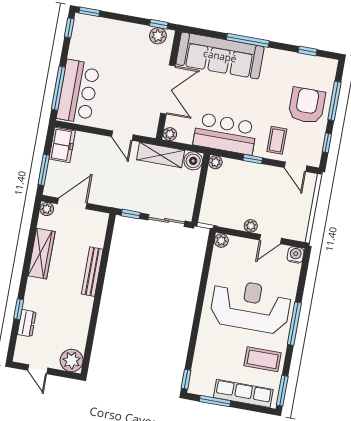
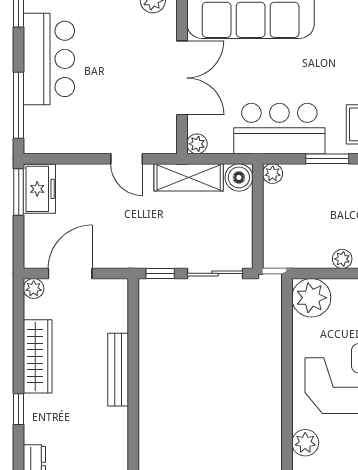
bar counter: (78, 92) -> (49, 59), moved
window: (253, 159) -> (327, 159), width x1.50
window: (44, 170) -> (19, 192), moved
plant: (221, 241) -> (311, 298), width x1.88, depth x1.88
window: (19, 309) -> (19, 409), moved
plant: (205, 341) -> (305, 443), added

